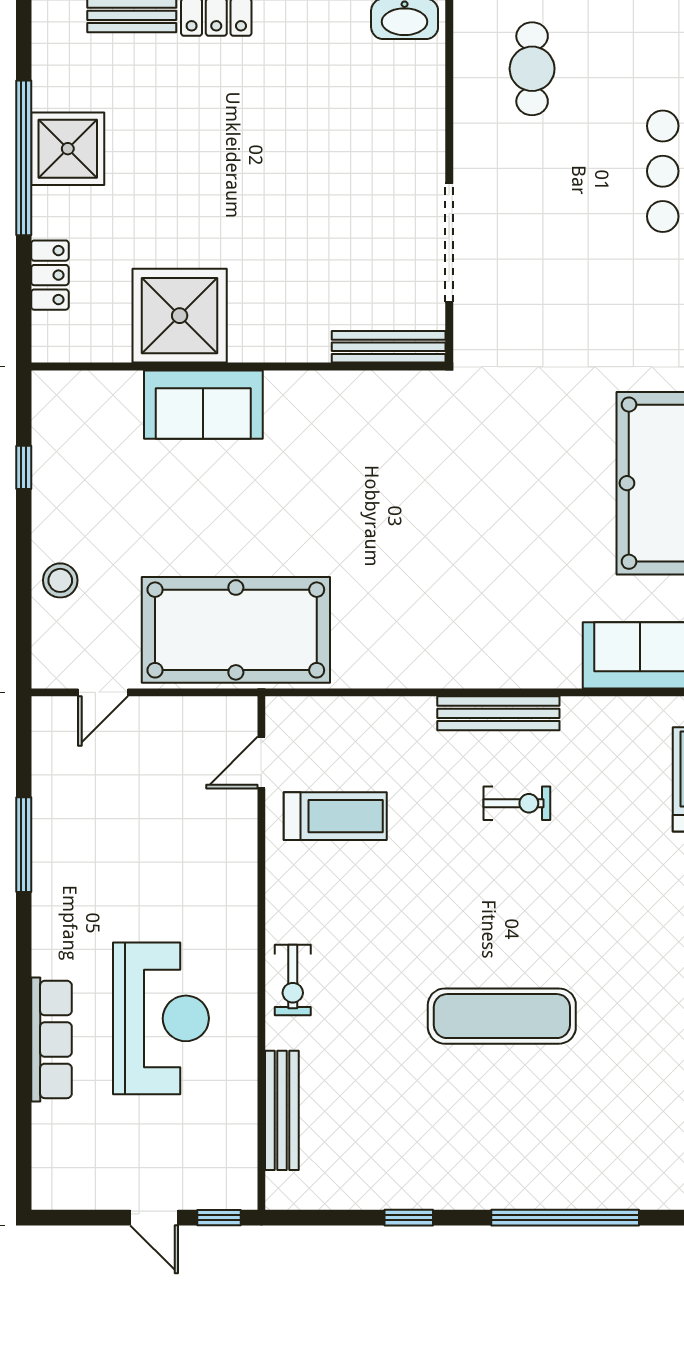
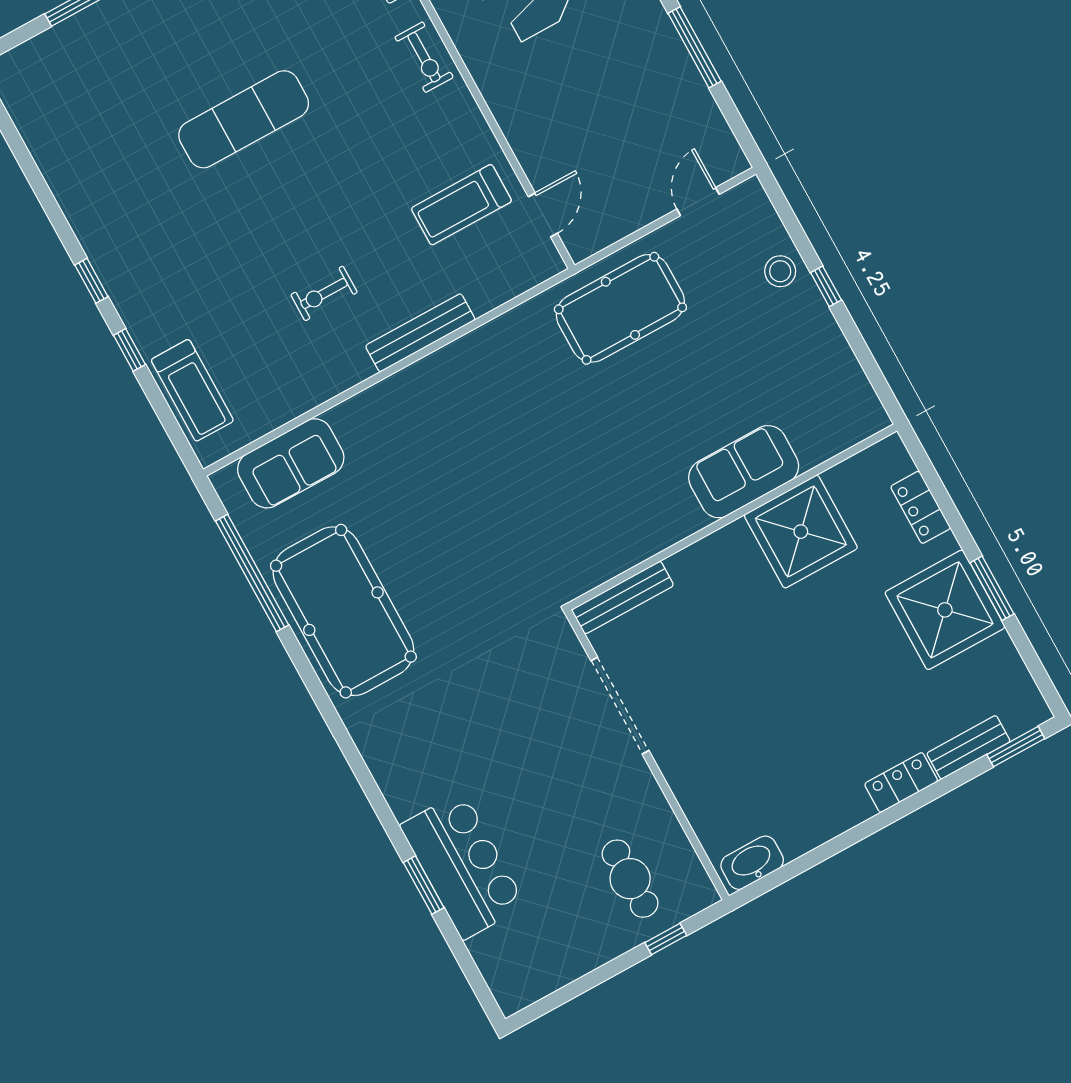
shower: (68, 149) -> (945, 610), width x1.37, depth x1.37
window: (24, 158) -> (992, 588), width x0.47
window: (24, 467) -> (826, 286), moved
pool table: (236, 630) -> (620, 308), width x0.73, depth x0.76
bench: (498, 713) -> (420, 333), moved
exercise bike: (293, 980) -> (424, 57), turned 180

